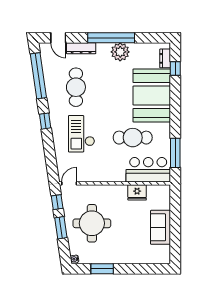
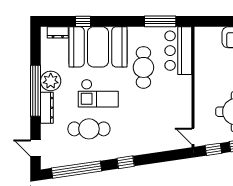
door: (58, 38) -> (35, 148), swing flipped
dresser: (81, 48) -> (47, 108), moved
window: (175, 69) -> (83, 21), moved
checkout: (81, 134) -> (98, 93), moved
fridge: (137, 192) -> (203, 63), removed

